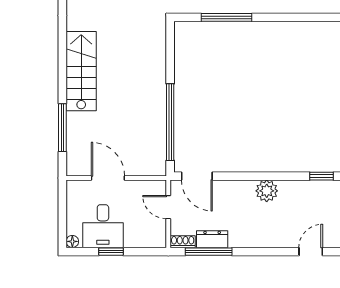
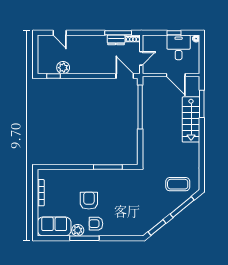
stairs: (81, 71) -> (191, 119), moved
plant: (267, 191) -> (63, 68), moved
door: (168, 207) -> (141, 58), hinge flipped
door: (311, 252) -> (60, 33), hinge flipped

